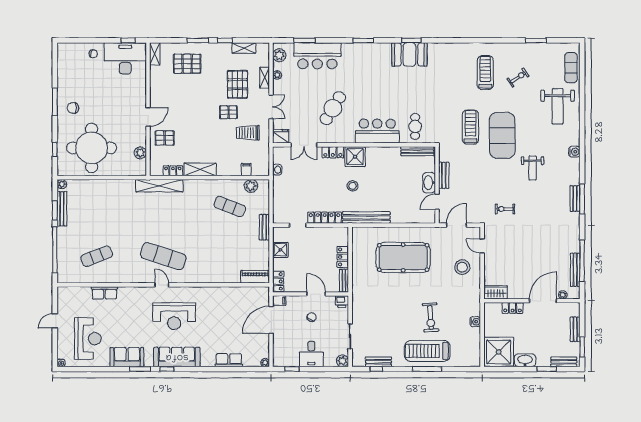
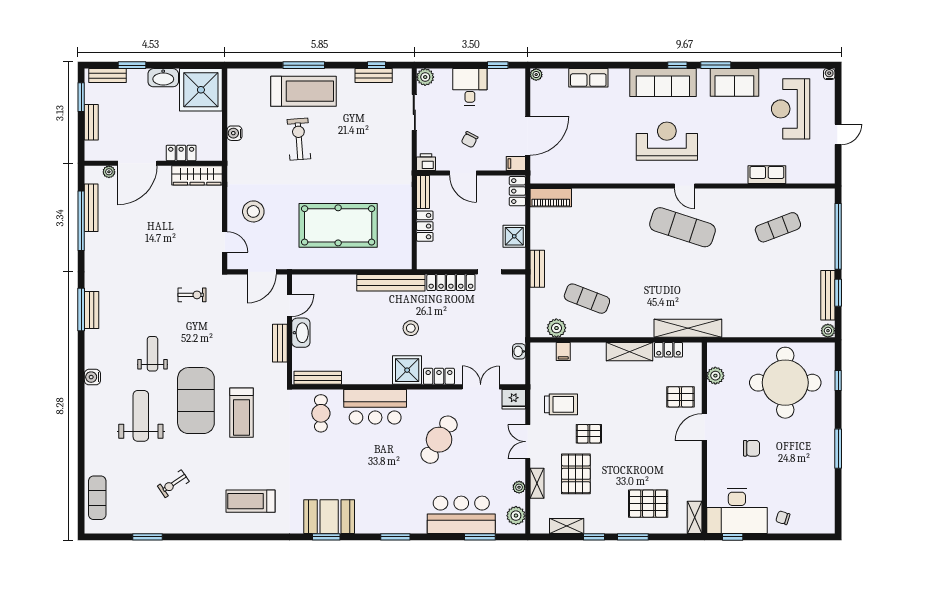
treadmill: (485, 73) -> (250, 501), moved, turned 90
weight bench: (558, 106) -> (141, 416), moved
chair: (73, 108) -> (752, 448), moved
wardrobe: (496, 292) -> (197, 175), width x1.50

